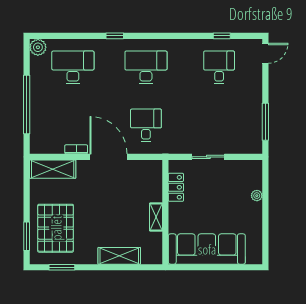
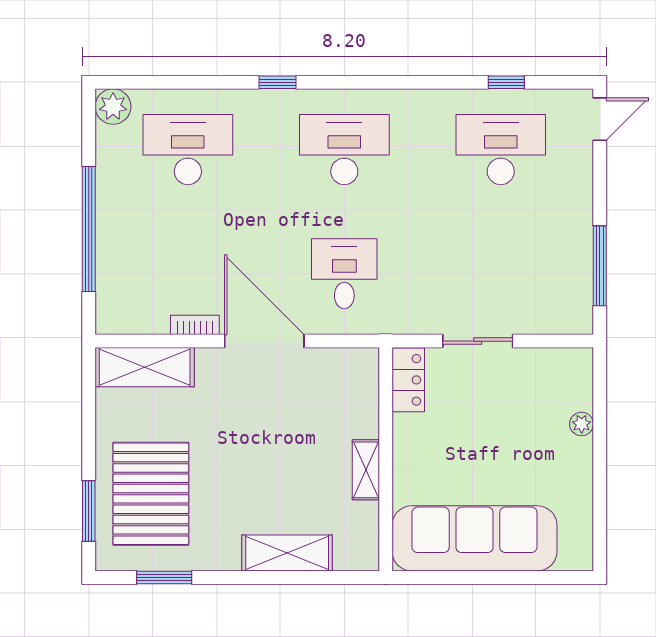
desk: (219, 67) -> (501, 150), width x1.37
locker: (176, 187) -> (408, 380), moved

